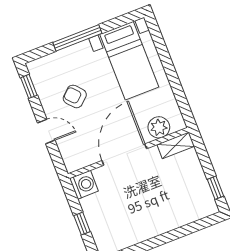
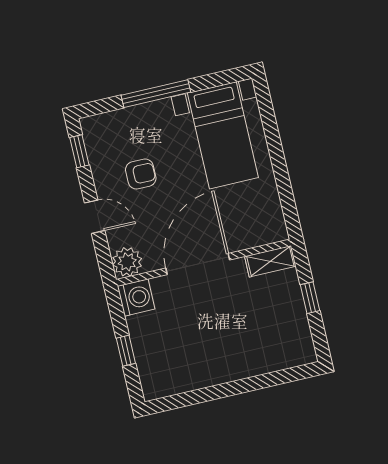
armchair: (75, 96) -> (141, 174), turned 132
plant: (159, 127) -> (127, 262), moved
window: (216, 188) -> (310, 298), moved

